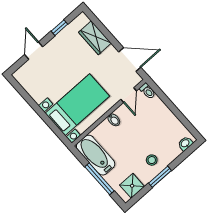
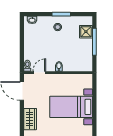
bed with nightstands: (77, 105) -> (71, 107), moved
bathtub: (96, 155) -> (85, 56), removed
shower: (132, 186) -> (86, 32), moved

